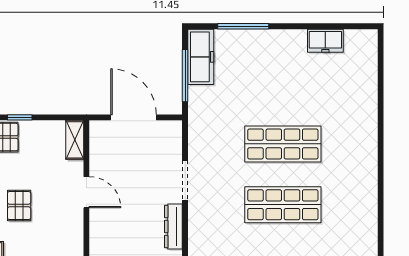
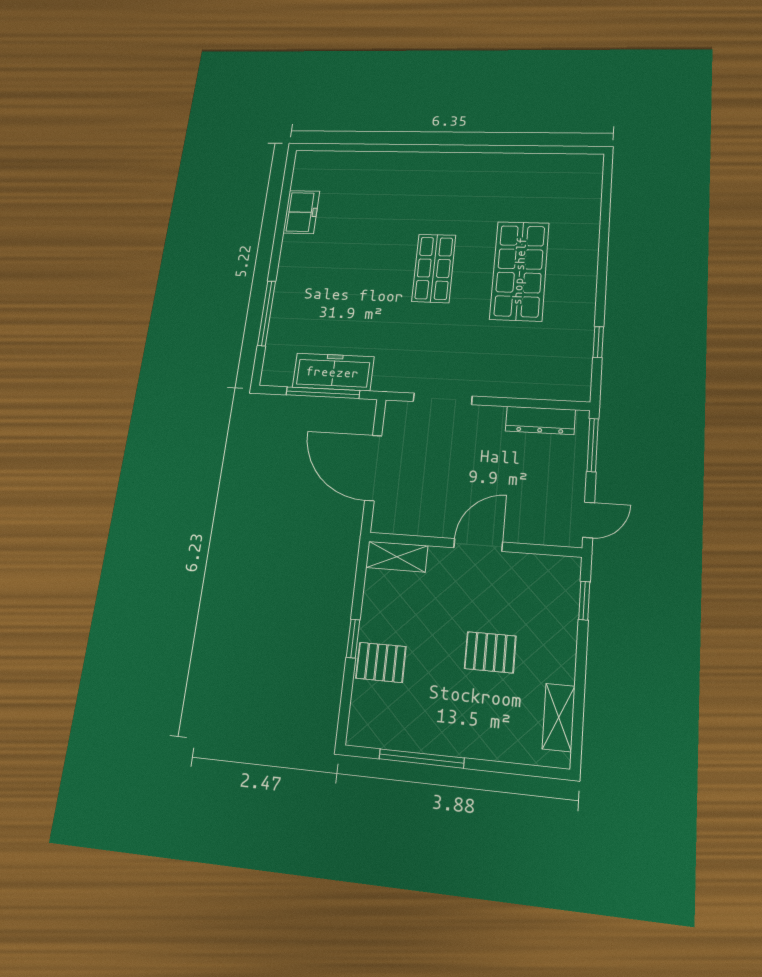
freezer: (201, 57) -> (333, 372), moved
door: (133, 117) -> (373, 468), hinge flipped
shop shelf: (283, 144) -> (434, 268), width x0.70, depth x0.74
doorway: (185, 180) -> (443, 399), moved

